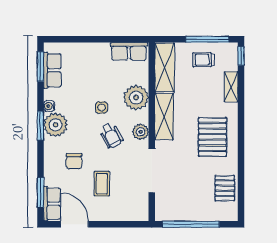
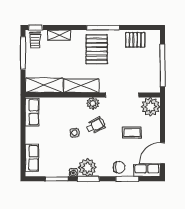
trolley: (204, 60) -> (35, 40), moved
window: (40, 66) -> (57, 179), moved
row of seats: (52, 70) -> (32, 158), moved, turned 90
plant: (136, 97) -> (151, 107), moved
pallet: (212, 137) -> (97, 49), turned 90
window: (241, 146) -> (103, 28), added
chair: (74, 161) -> (119, 167), moved
window: (40, 193) -> (127, 179), moved

